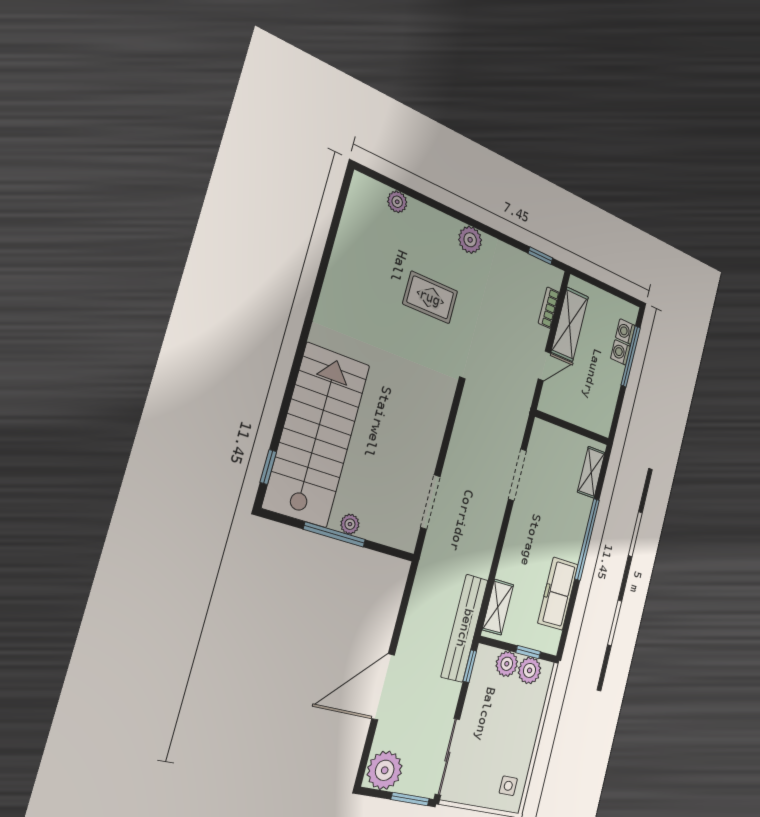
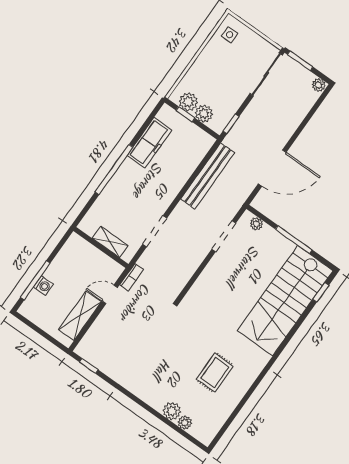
plant: (470, 240) -> (172, 411), moved
rug: (430, 297) -> (215, 373), moved, turned 90
bookcase: (549, 308) -> (132, 277), moved
washing machine: (625, 332) -> (34, 298), removed
shelving: (591, 472) -> (110, 242), moved, turned 90
plant: (350, 524) -> (256, 224), moved
shelving: (498, 607) -> (198, 152), removed
bench: (465, 628) -> (208, 176), moved
door: (383, 687) -> (272, 168), moved
plant: (385, 770) -> (319, 85), width x0.53, depth x0.53

